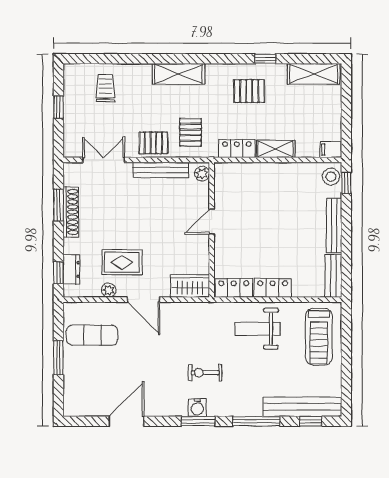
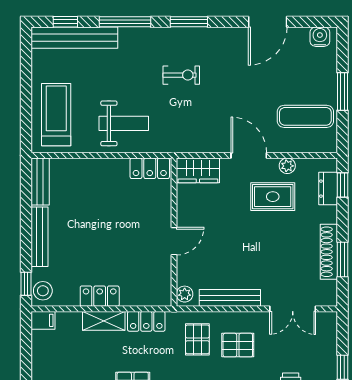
pallet: (153, 143) -> (238, 345), moved
locker: (273, 288) -> (100, 296), moved, turned 180
water cooler: (197, 408) -> (320, 37), moved

